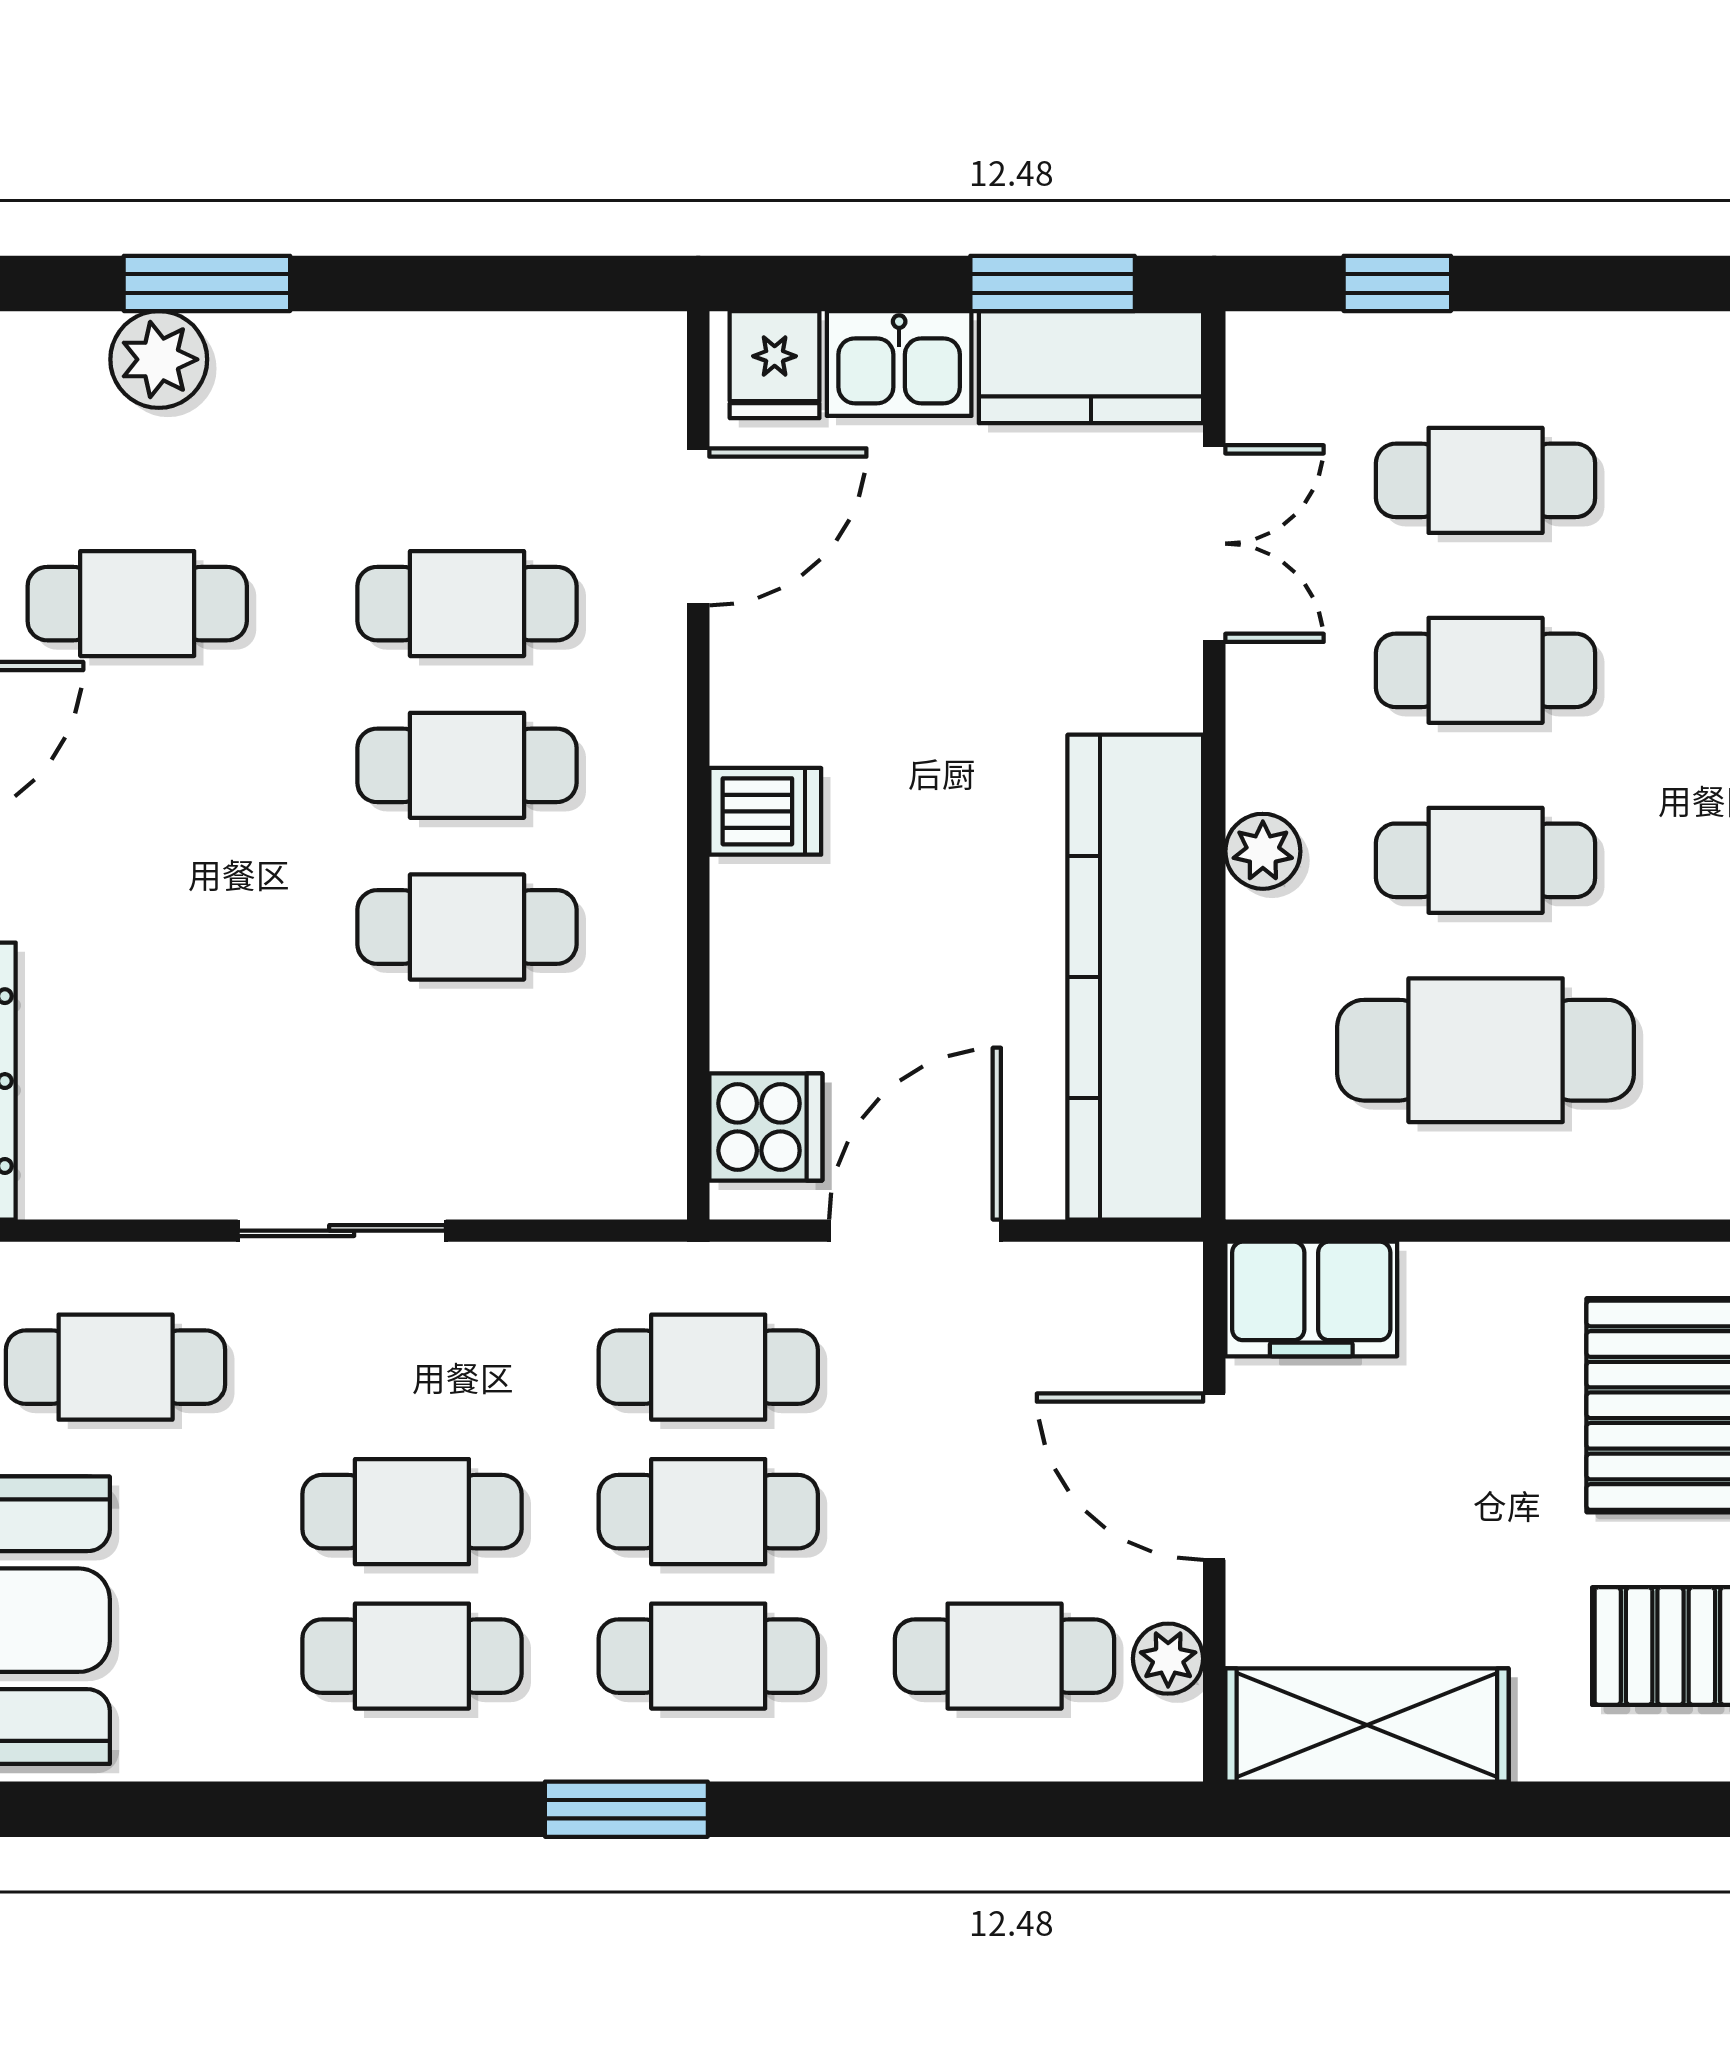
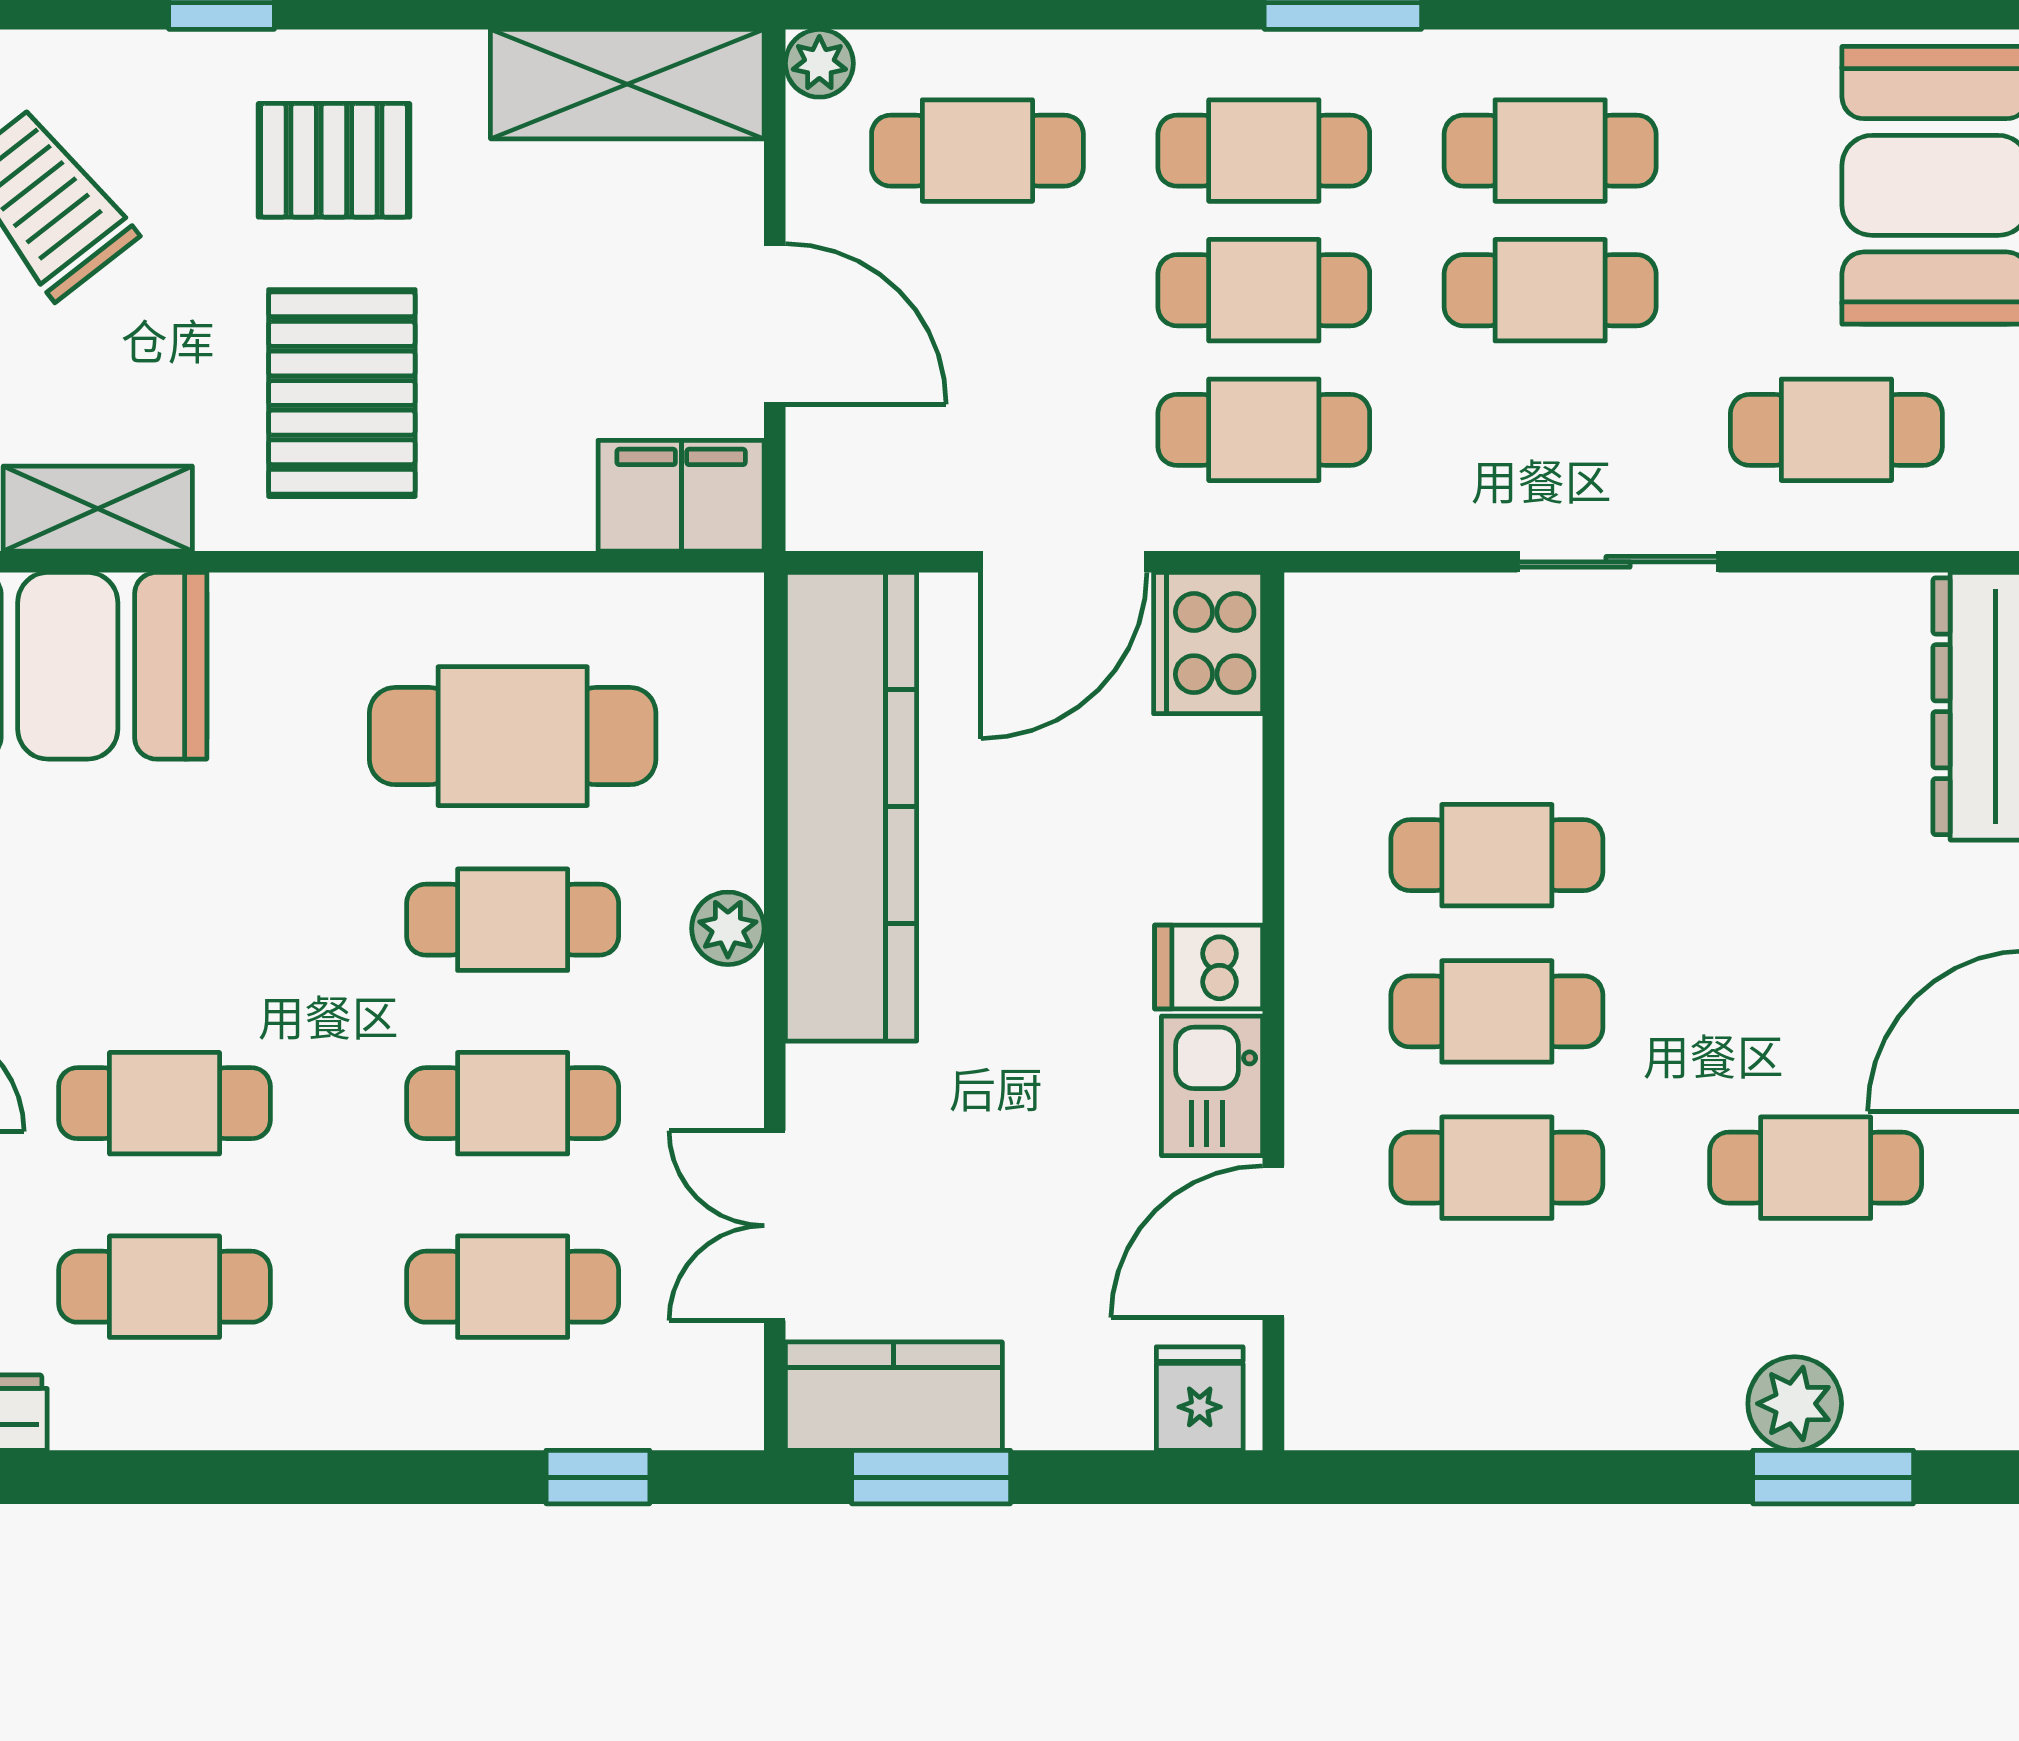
window: (207, 283) -> (1833, 1477), moved
kitchen sink: (899, 363) -> (1212, 1086), moved, turned -90
cooker: (766, 1127) -> (1208, 643), width x1.36
plant: (1168, 1659) -> (819, 63), moved

